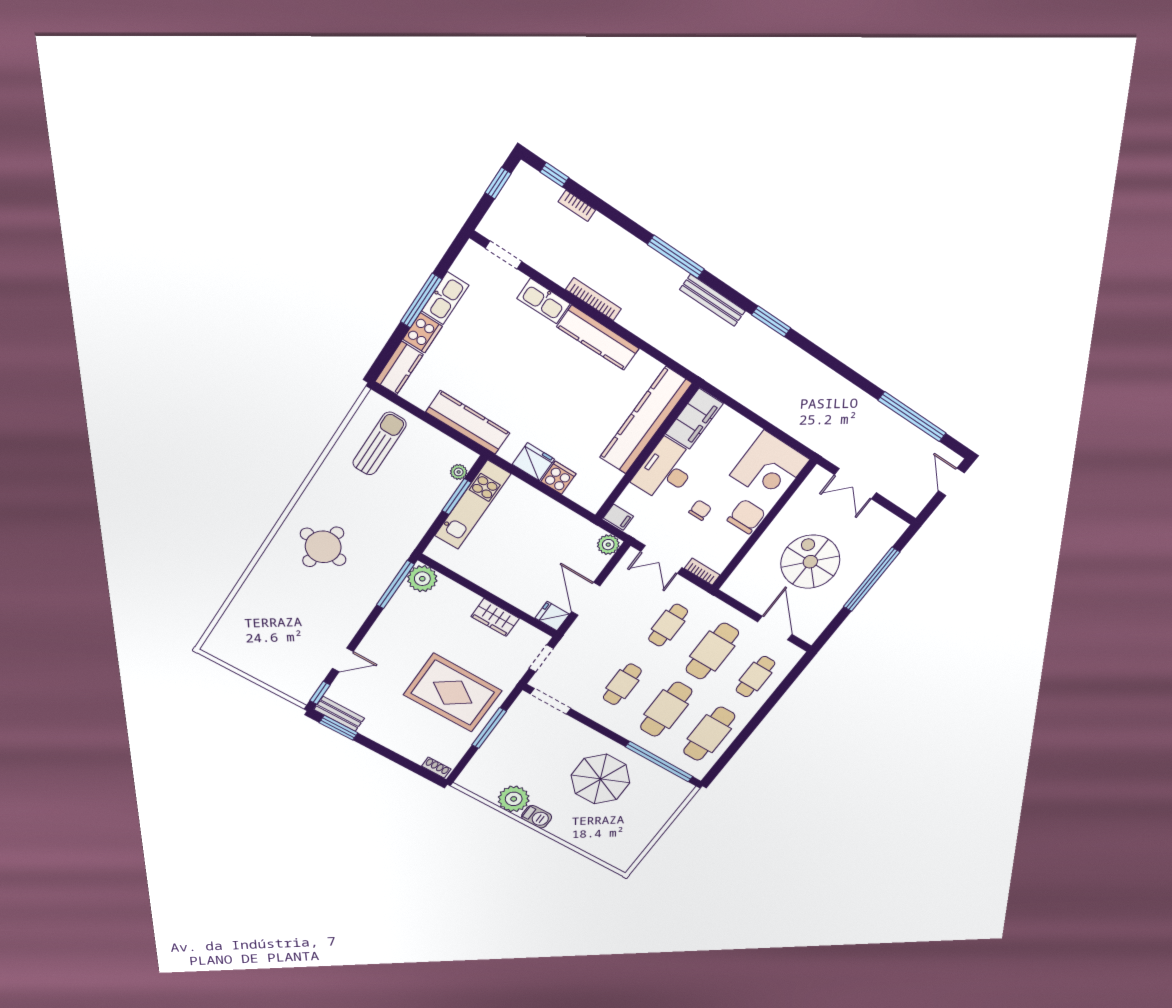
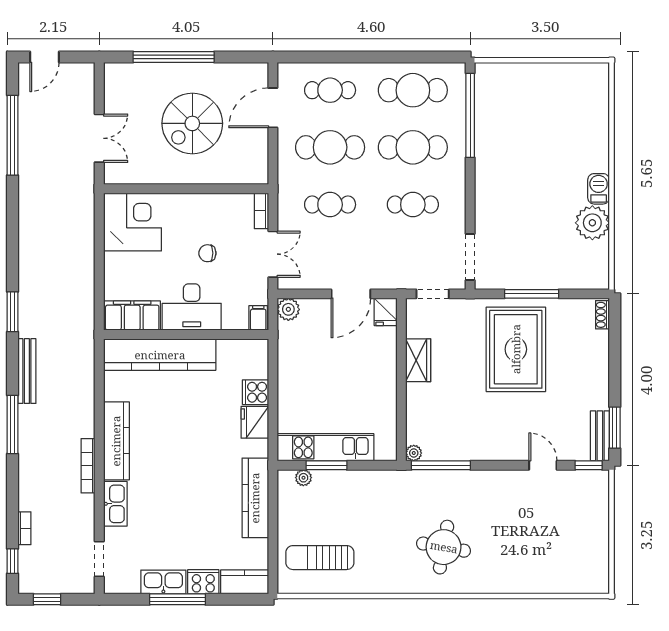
chair: (746, 517) -> (188, 210), removed
plant: (422, 579) -> (414, 453), width x0.53, depth x0.53
parasol: (601, 779) -> (522, 157), removed

